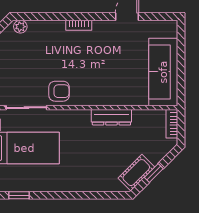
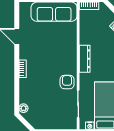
dresser: (111, 117) -> (85, 59), moved

